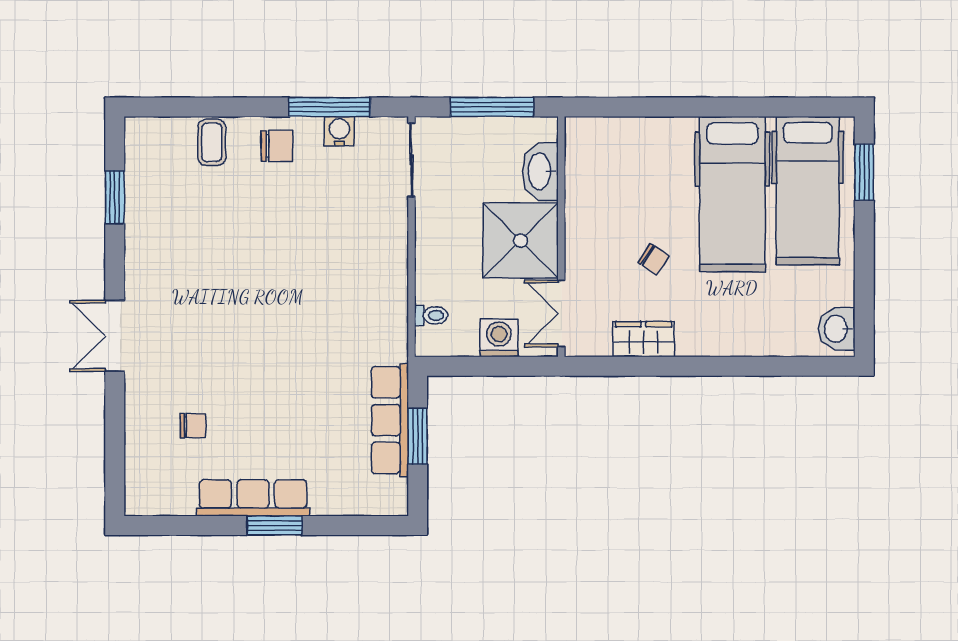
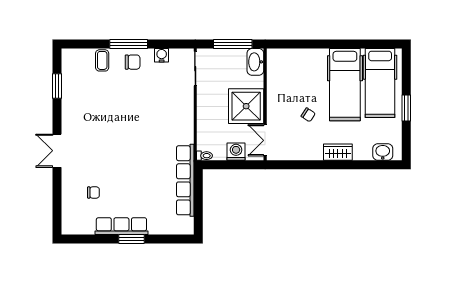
window: (329, 107) -> (129, 44), moved
washbasin: (540, 171) -> (255, 62), moved
window: (864, 172) -> (406, 108), moved
toilet: (431, 315) -> (205, 156), moved
washbasin: (837, 329) -> (383, 152), moved, turned 90
wardrobe: (644, 339) -> (338, 152), moved
row of seats: (390, 420) -> (185, 180), width x1.36
window: (418, 436) -> (198, 197), removed

